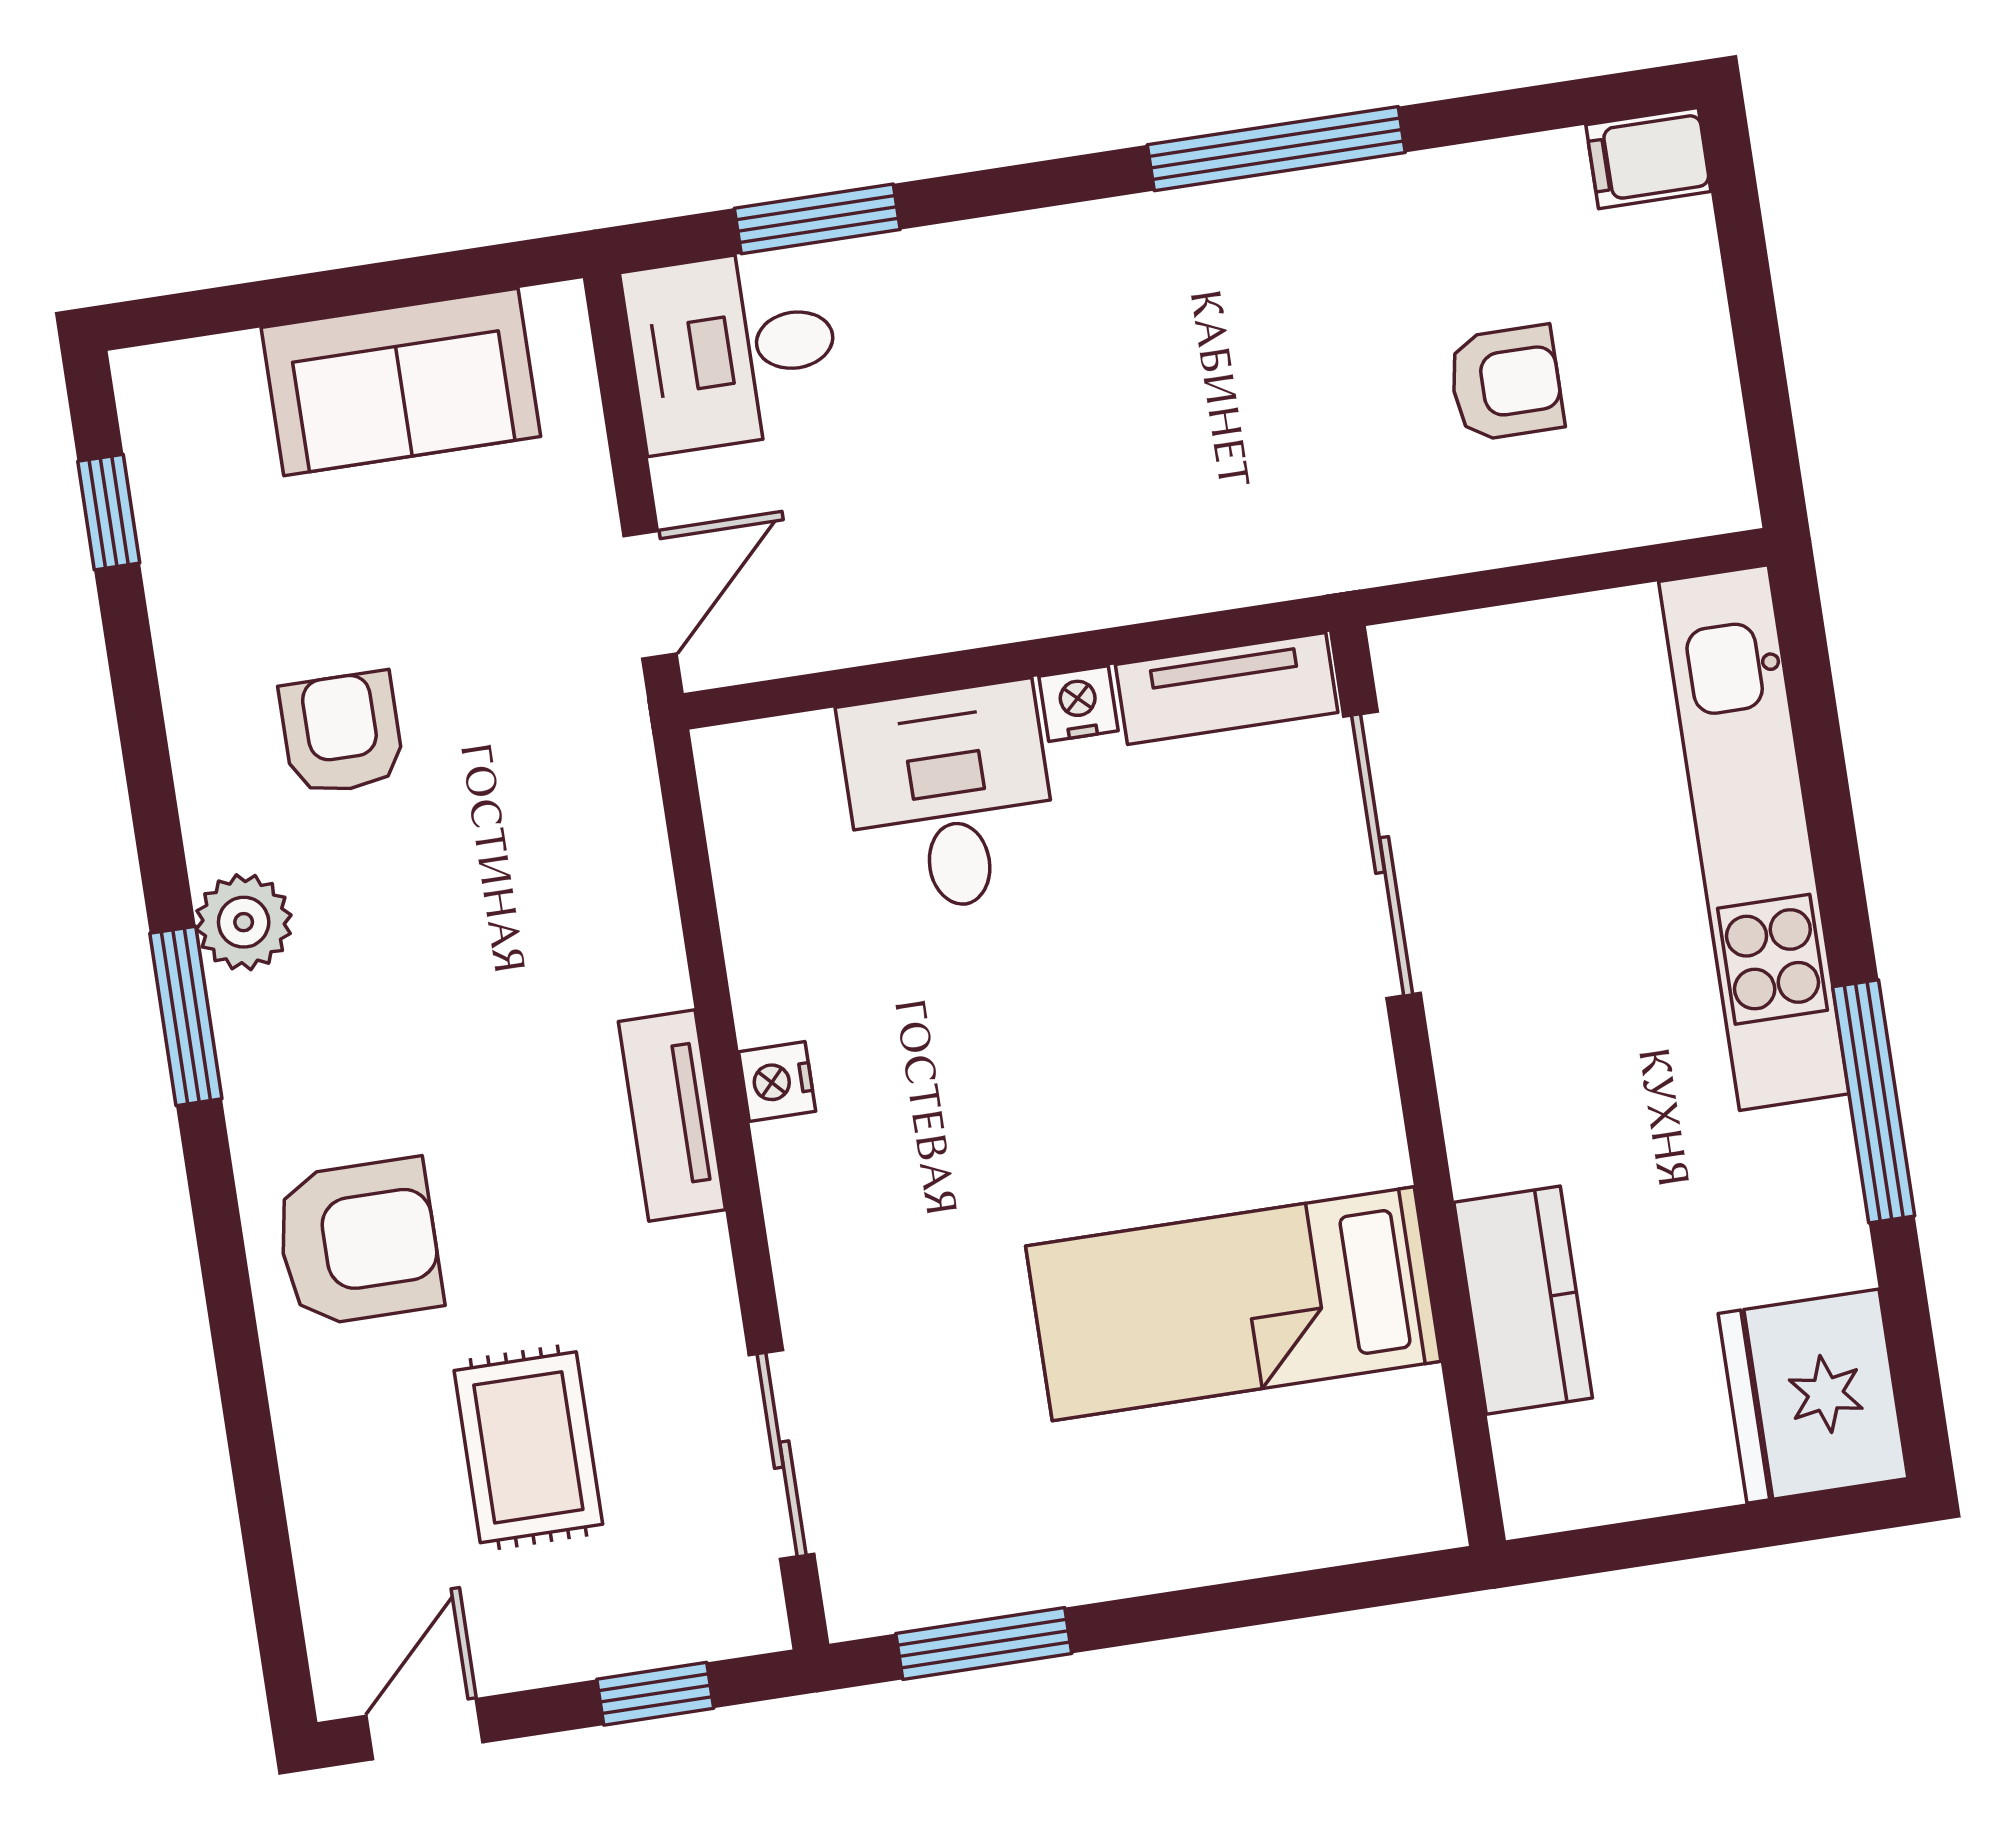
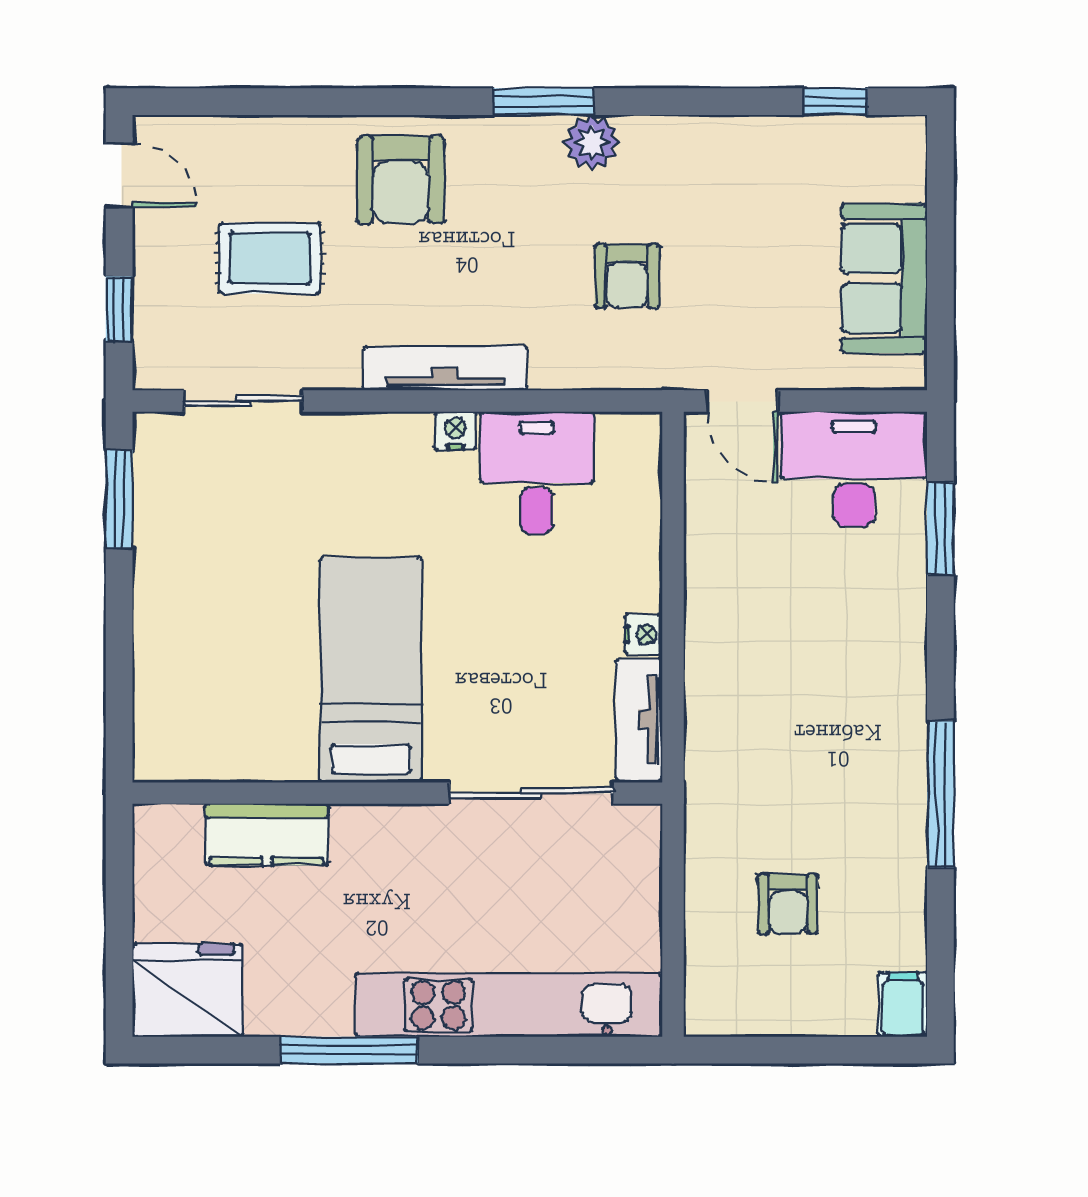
desk: (733, 350) -> (854, 469), width x1.37
armchair: (342, 733) -> (627, 276), moved, turned 90
desk: (950, 798) -> (537, 473), moved, turned -90
tv unit: (672, 1116) -> (445, 368), width x1.41
bed: (1233, 1304) -> (371, 670), moved

